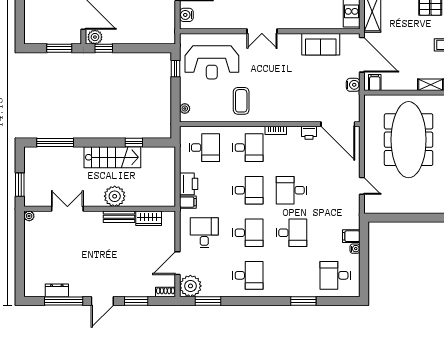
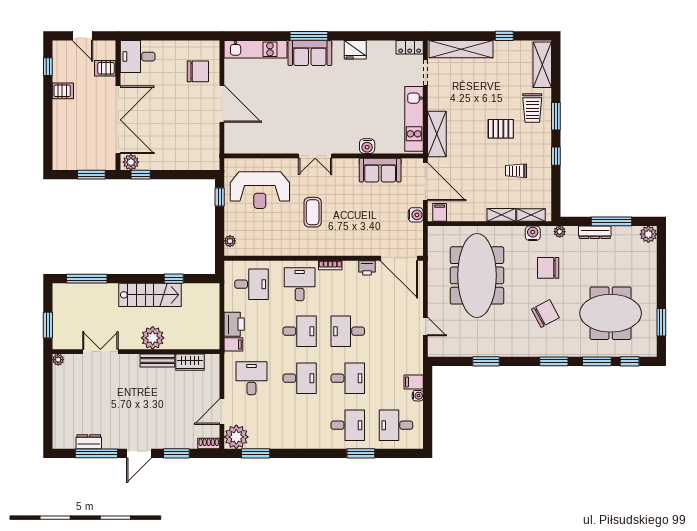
water cooler: (186, 15) -> (367, 146), moved, turned -90
coffee table: (241, 101) -> (313, 212), moved
desk: (248, 148) -> (300, 284), turned -90
window: (417, 218) -> (486, 361), added
desk: (248, 275) -> (348, 425), moved

